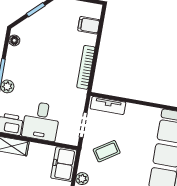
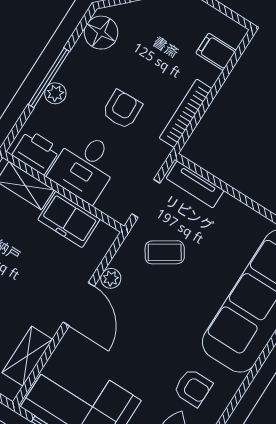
floor lamp: (14, 40) -> (101, 33), width x1.89, depth x1.89
armchair: (49, 80) -> (122, 109), added
freezer: (64, 164) -> (69, 219), moved, turned -90

